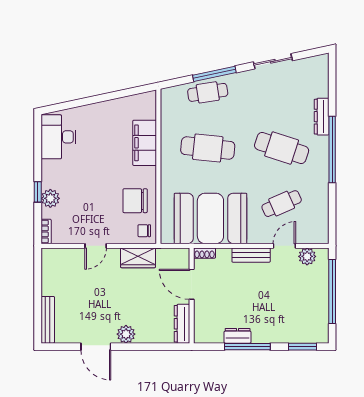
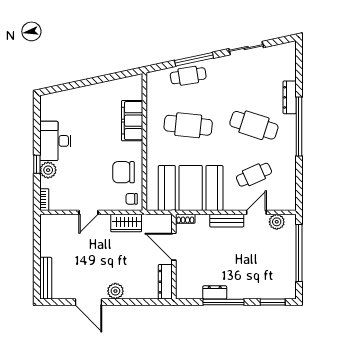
desk: (59, 137) -> (55, 141), moved

